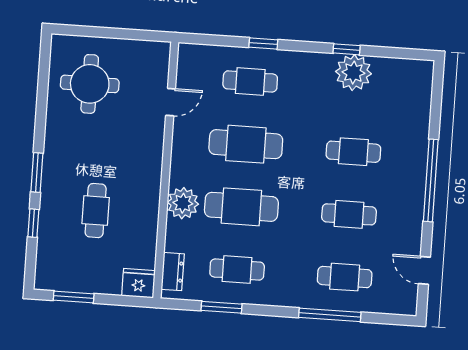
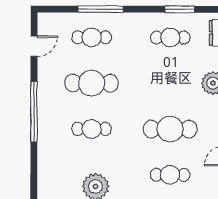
cafe table: (241, 207) -> (170, 83), removed
cafe table: (349, 214) -> (92, 83), width x1.37, depth x1.35
door: (424, 270) -> (34, 46), hinge flipped

